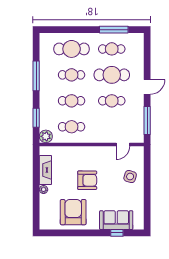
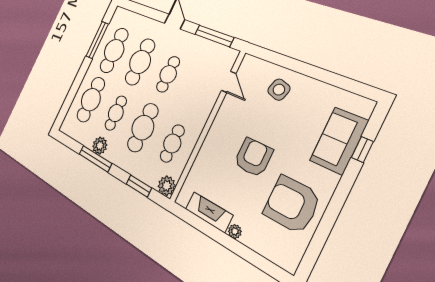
cafe table: (112, 49) -> (114, 50), width x1.37, depth x1.35
plant: (46, 74) -> (100, 146), added
cafe table: (72, 101) -> (143, 128), width x1.37, depth x1.35

